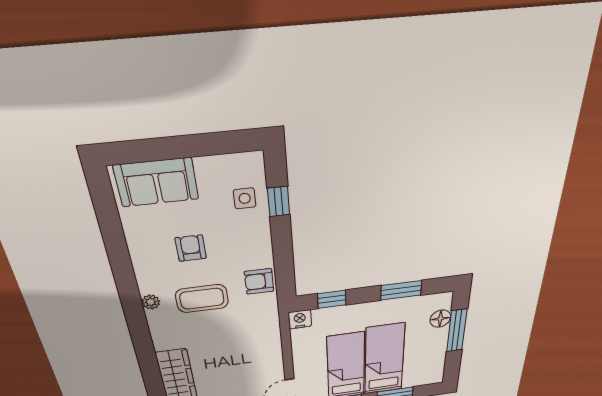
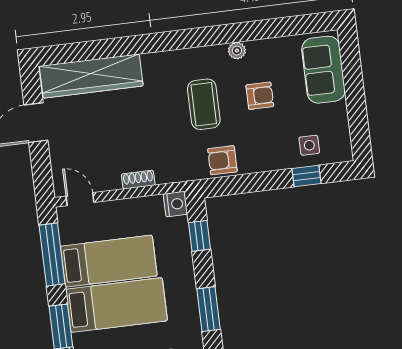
armchair: (259, 281) -> (222, 160), turned -90
plant: (151, 302) -> (237, 51), moved
shoe rack: (275, 348) -> (138, 180), added

